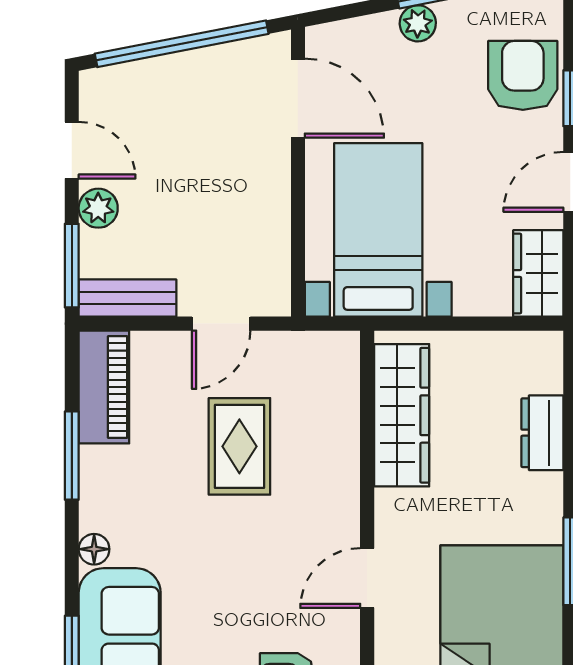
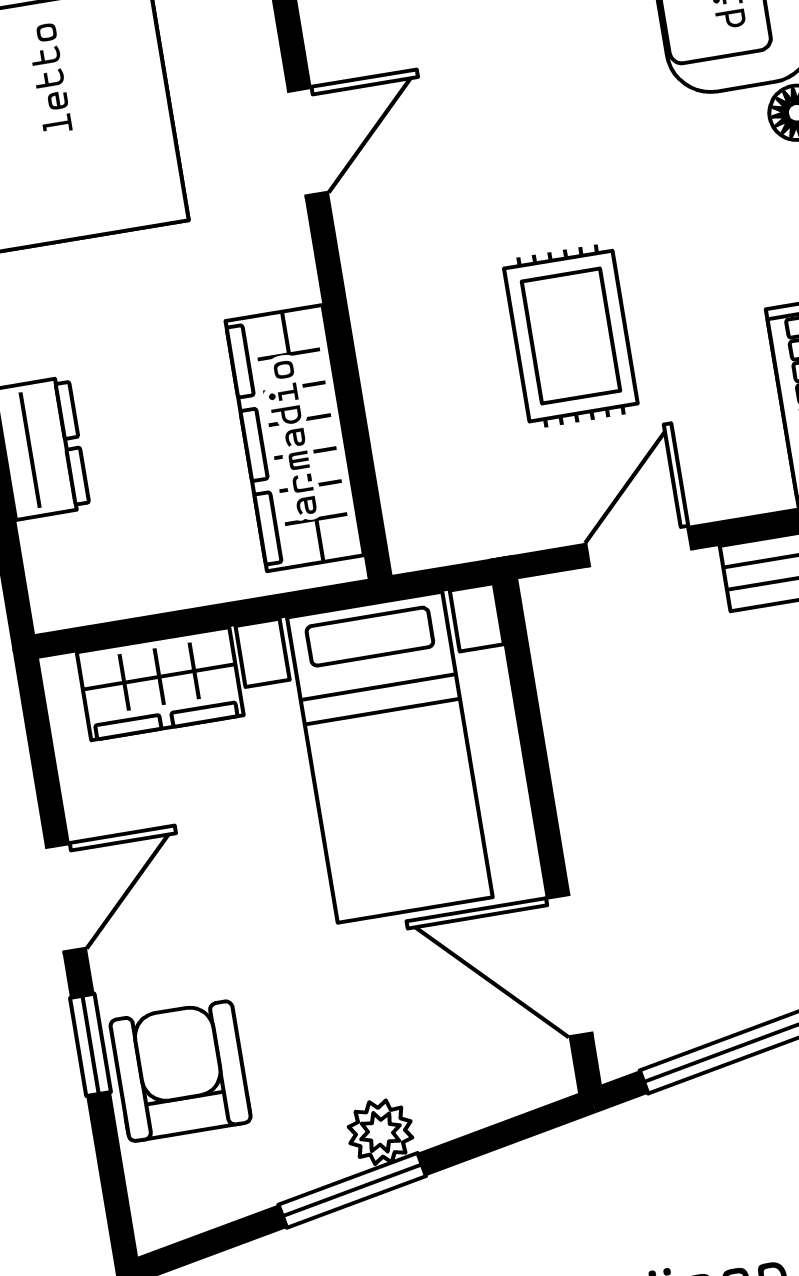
armchair: (523, 75) -> (181, 1071), turned 180
wardrobe: (538, 273) -> (160, 684), moved, turned 90

